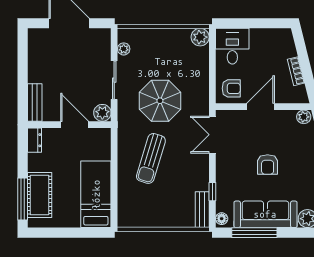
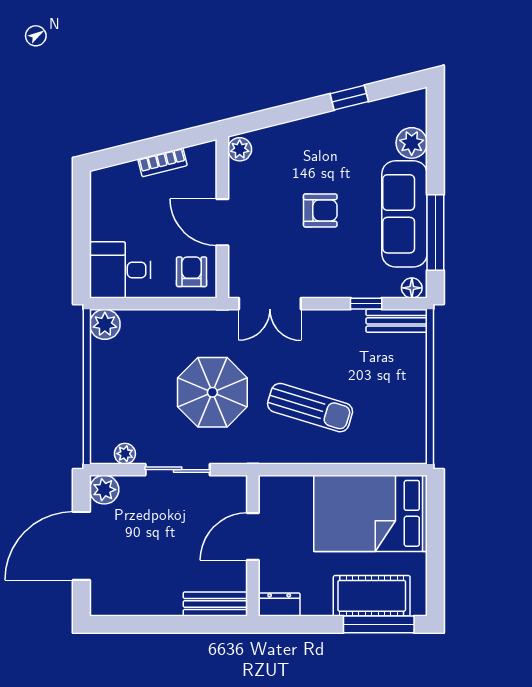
plant: (102, 113) -> (104, 490), moved
bed: (96, 194) -> (371, 513), width x1.50

